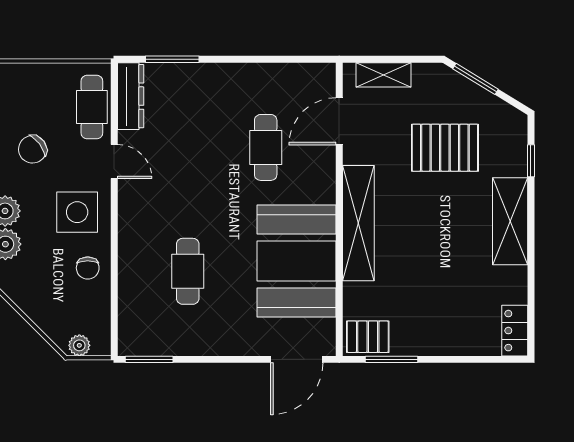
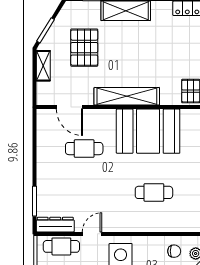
shelving: (384, 75) -> (43, 66), moved
chair: (88, 268) -> (174, 251), moved

